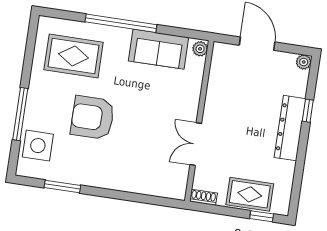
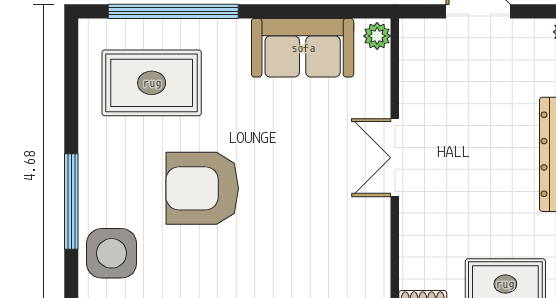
window: (121, 23) -> (173, 11), moved
double door: (196, 144) -> (395, 158), moved

